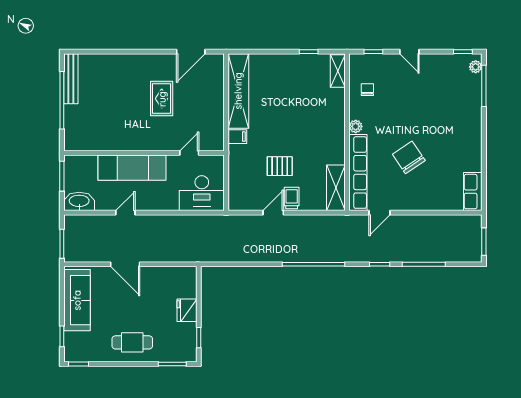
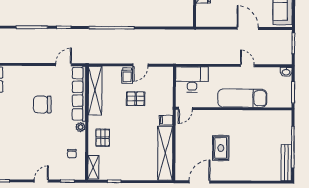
door: (409, 52) -> (41, 181), hinge flipped
pallet: (325, 112) -> (103, 138), added
door: (189, 153) -> (185, 108), moved
chair: (409, 157) -> (42, 104), turned 124
shelving: (336, 188) -> (95, 91), width x1.47
washbasin: (79, 201) -> (286, 72), width x0.52, depth x0.69
door: (125, 213) -> (247, 66), swing flipped

